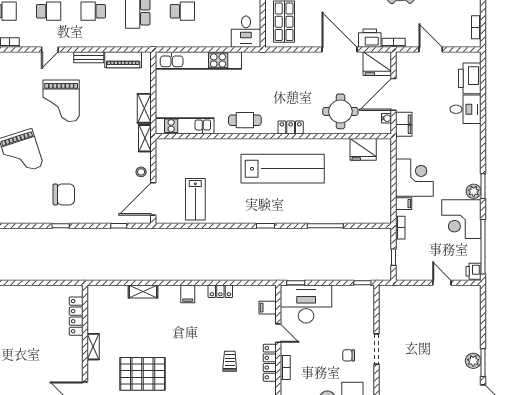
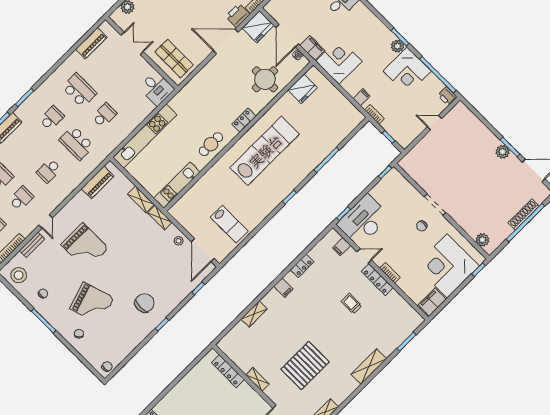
bench: (89, 57) -> (32, 245), moved
corner desk: (414, 178) -> (339, 61), moved

